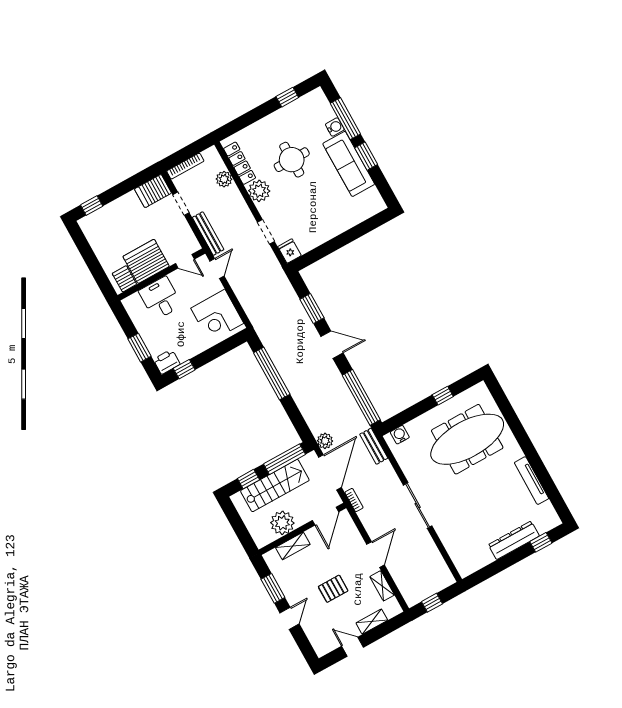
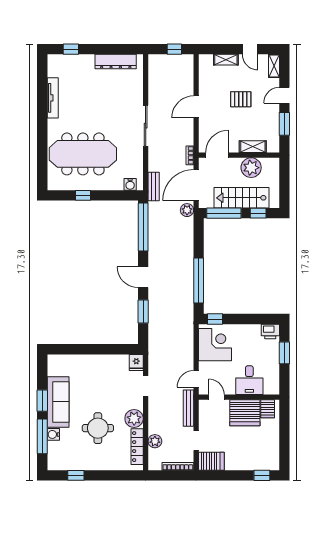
window: (184, 369) -> (215, 319), moved
dresser: (514, 540) -> (116, 62), moved
shelving: (382, 586) -> (274, 66), moved

